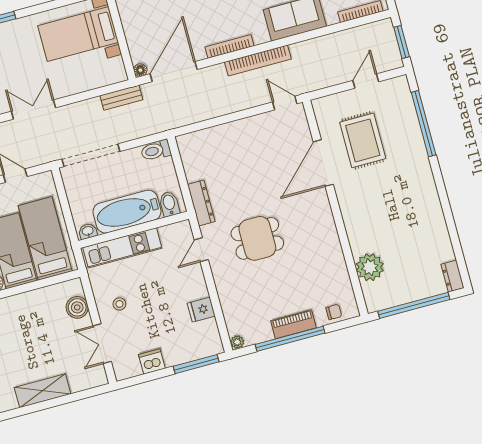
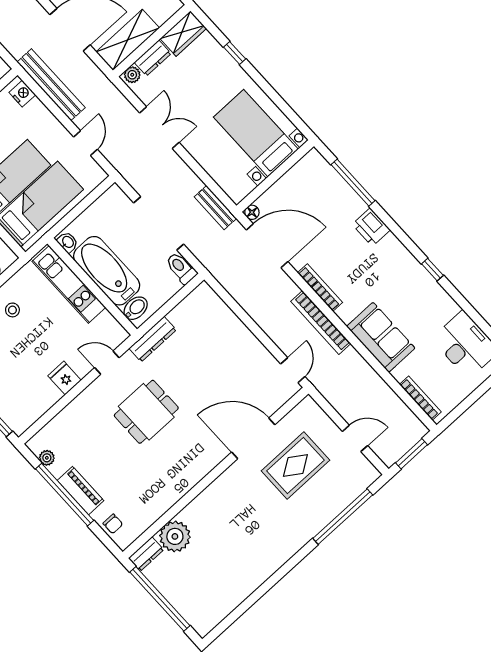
doorway: (91, 155) -> (159, 223), moved
dining table: (257, 238) -> (146, 412), turned 90
dresser: (452, 276) -> (146, 554), moved, turned 180
fridge: (201, 310) -> (65, 378), moved
plant: (237, 342) -> (47, 458), moved

